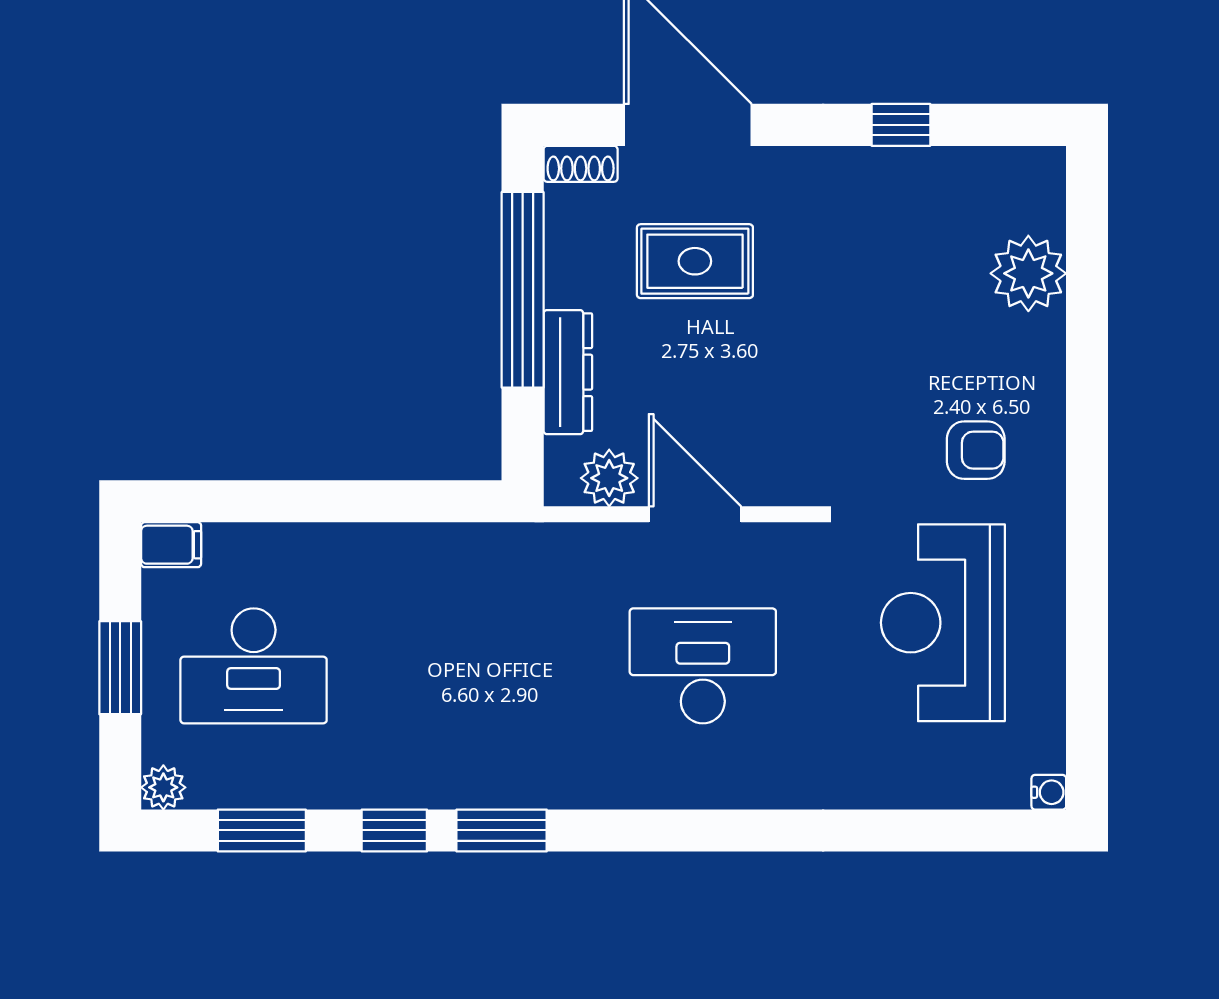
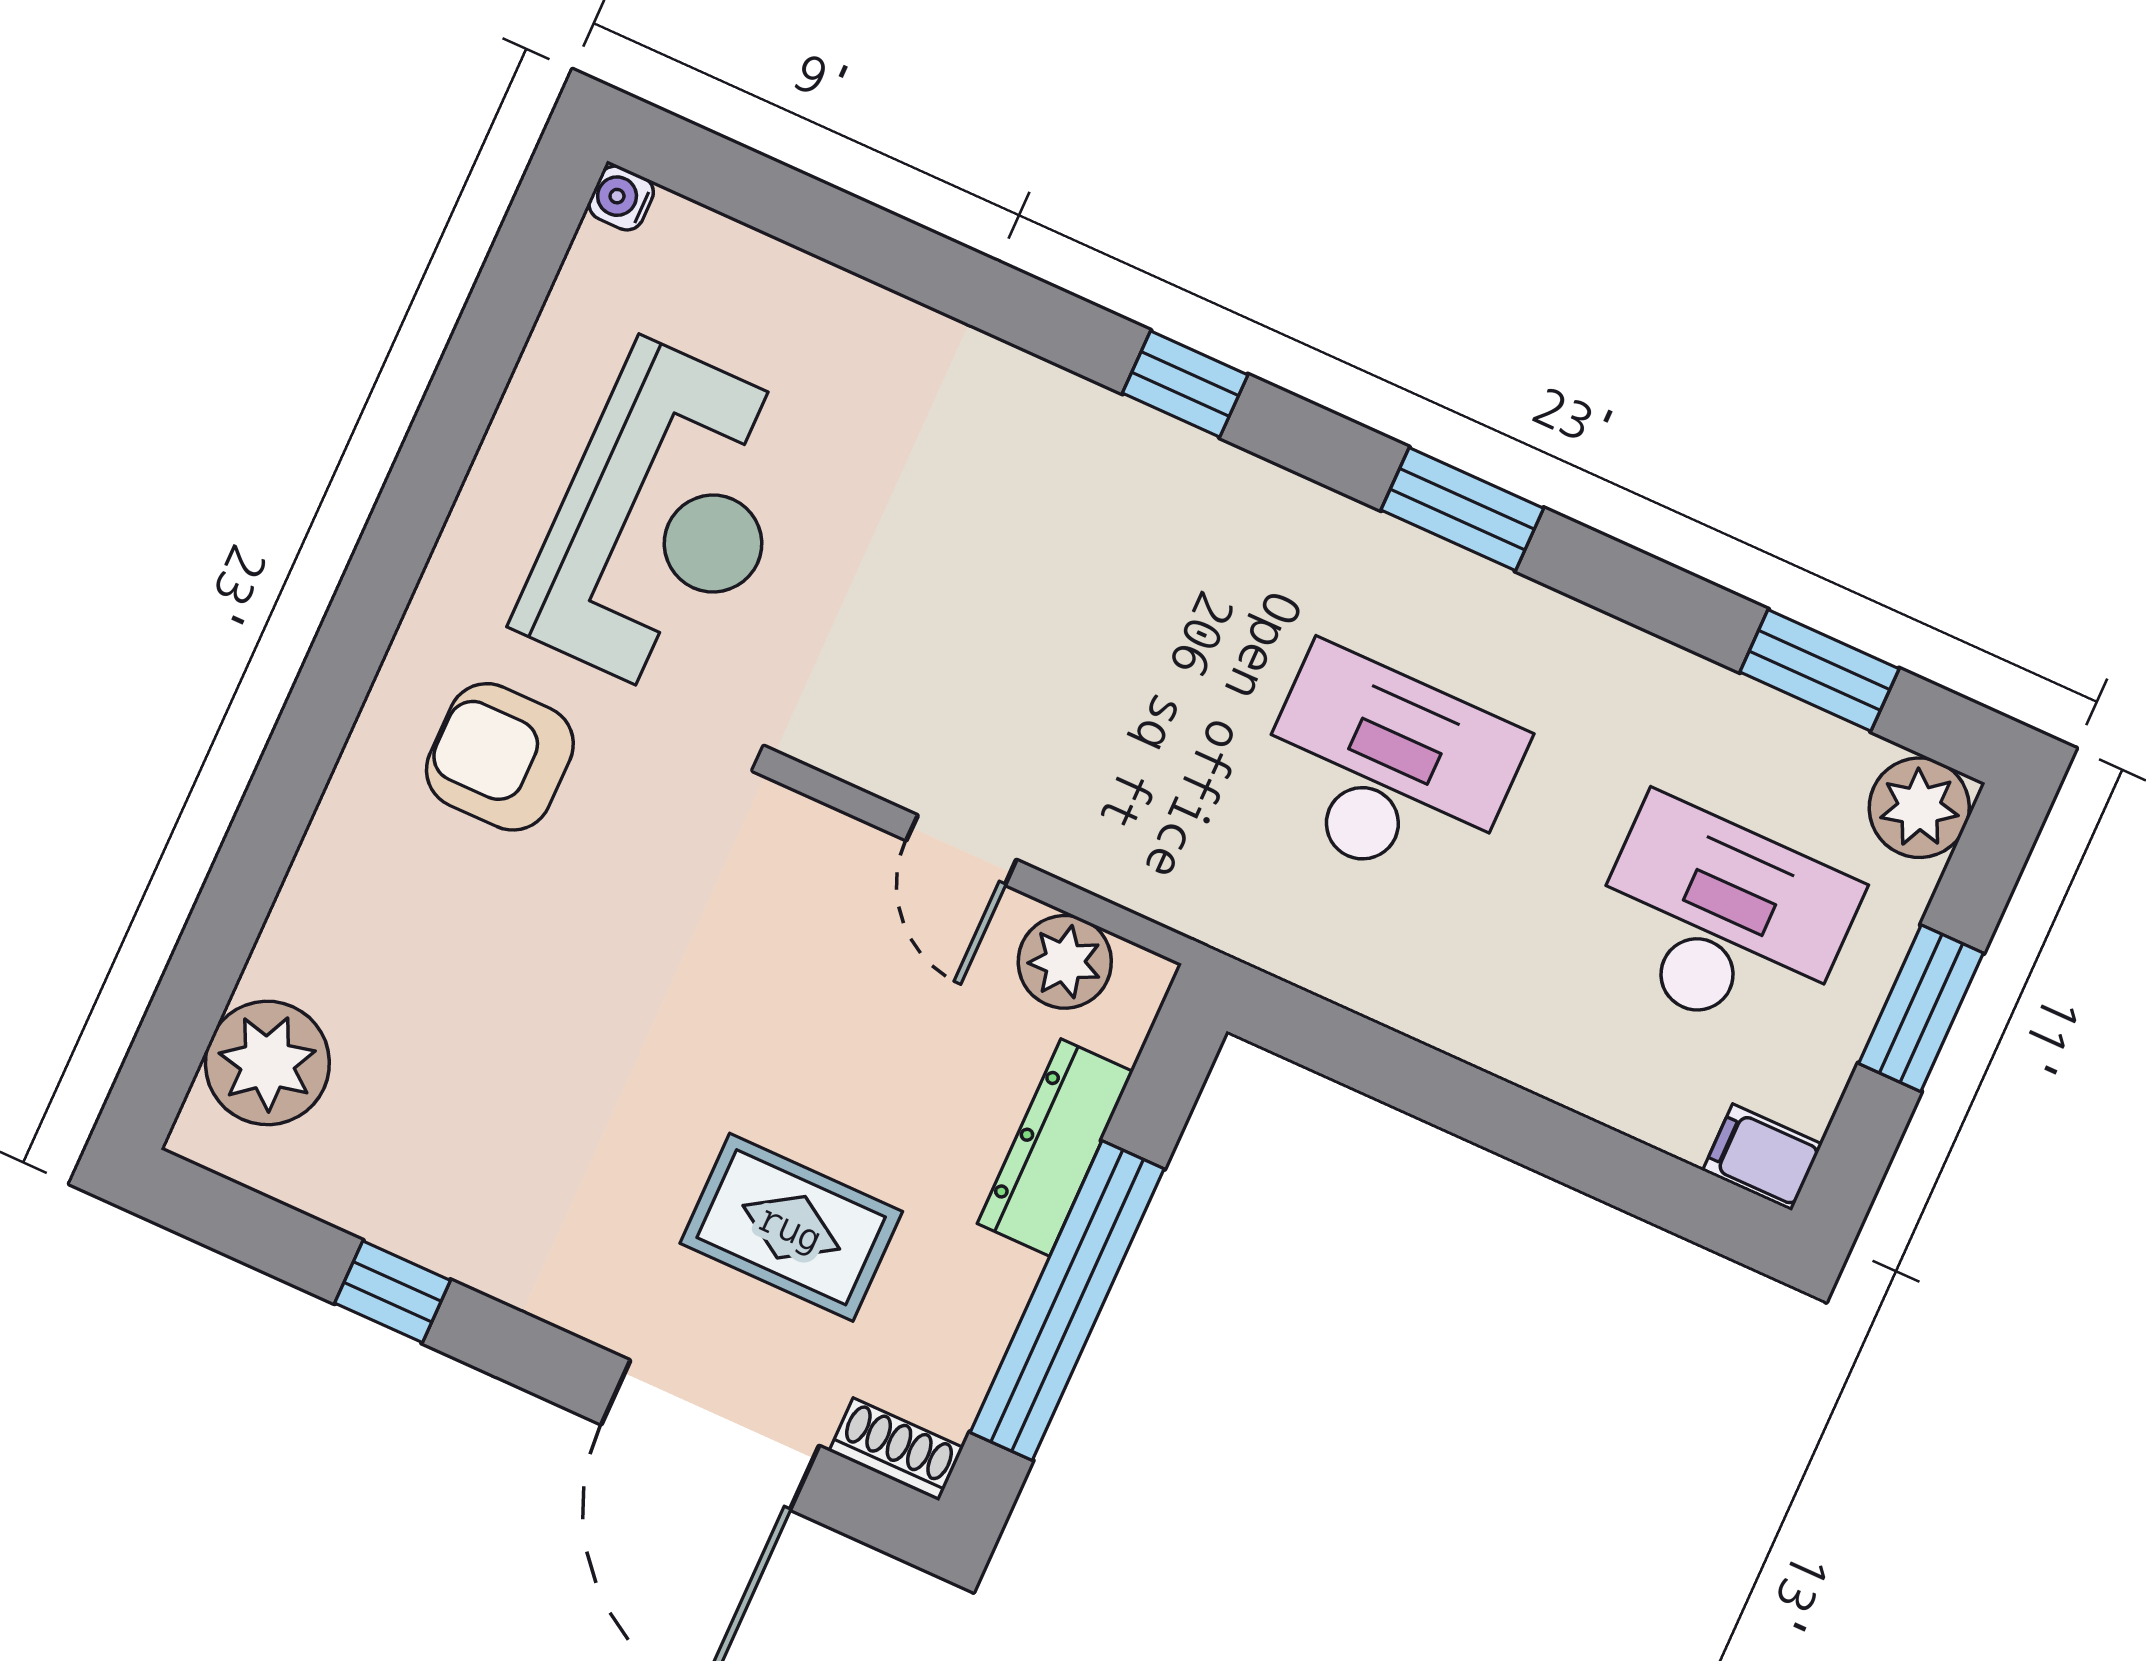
plant: (1028, 273) -> (267, 1063), moved
armchair: (976, 450) -> (500, 757), width x1.38, depth x1.38
door: (695, 514) -> (961, 850), width x0.73
desk: (703, 666) -> (1386, 770), moved, turned 180
plant: (163, 787) -> (1919, 808), width x1.38, depth x1.38
window: (394, 830) -> (1185, 384), moved

